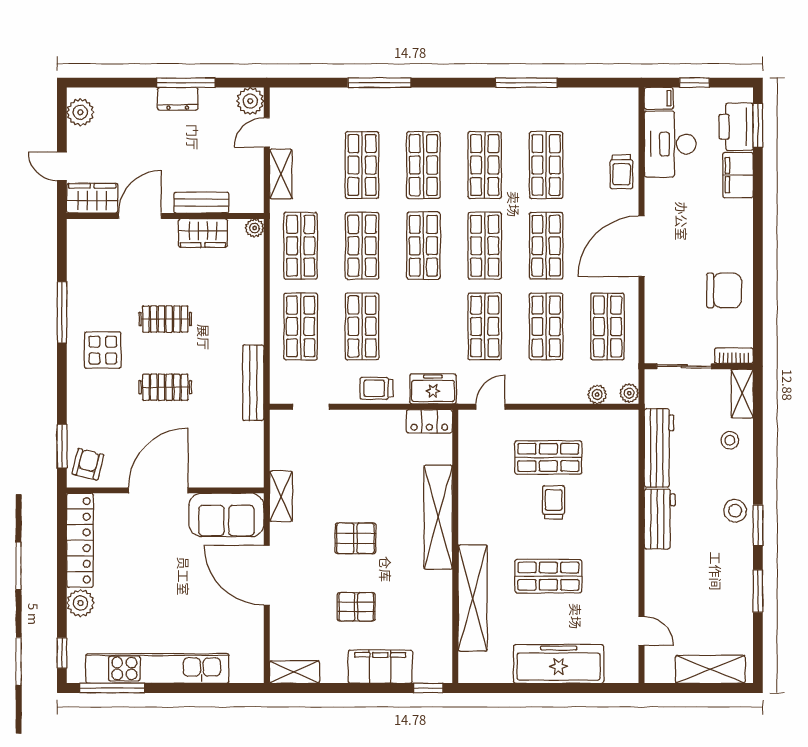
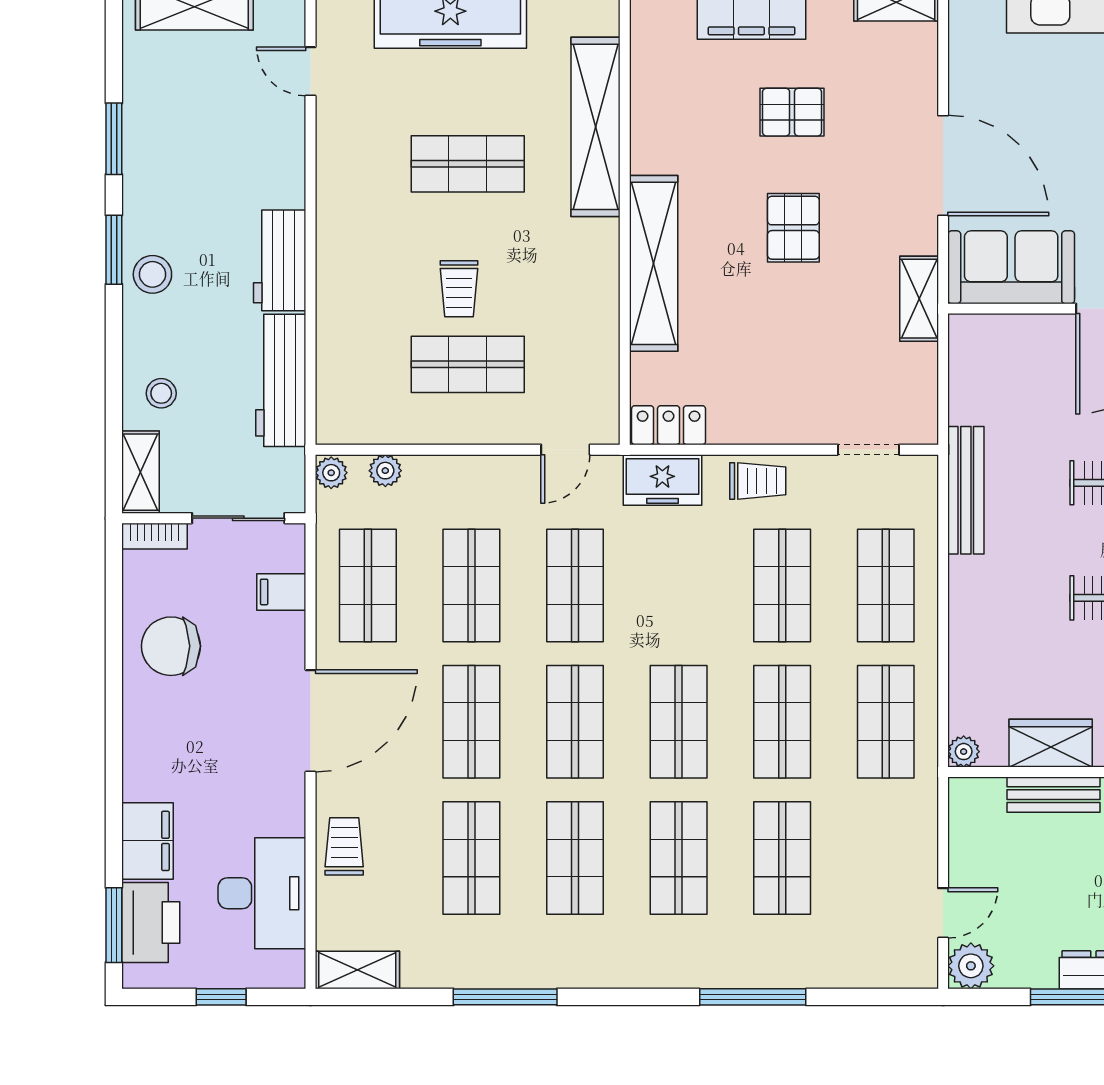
filing cabinet: (659, 98) -> (281, 592), moved
shelving: (281, 174) -> (357, 970), moved, turned 90
pallet: (355, 538) -> (793, 228), turned 90

